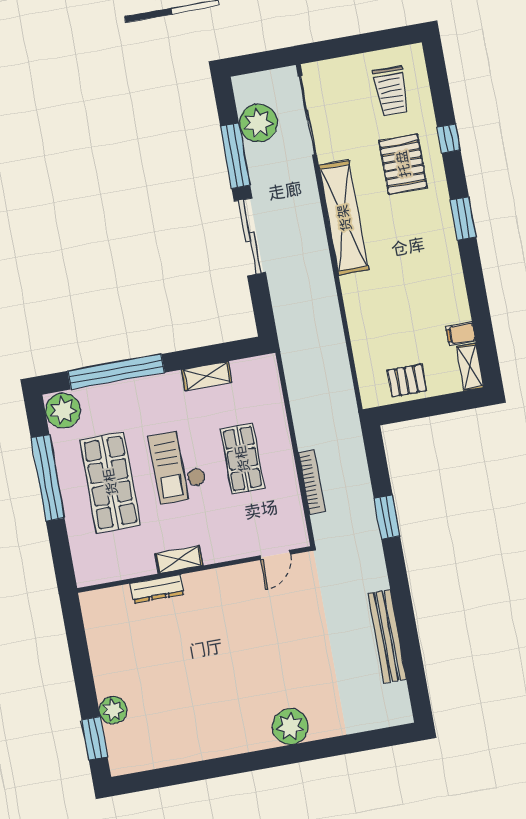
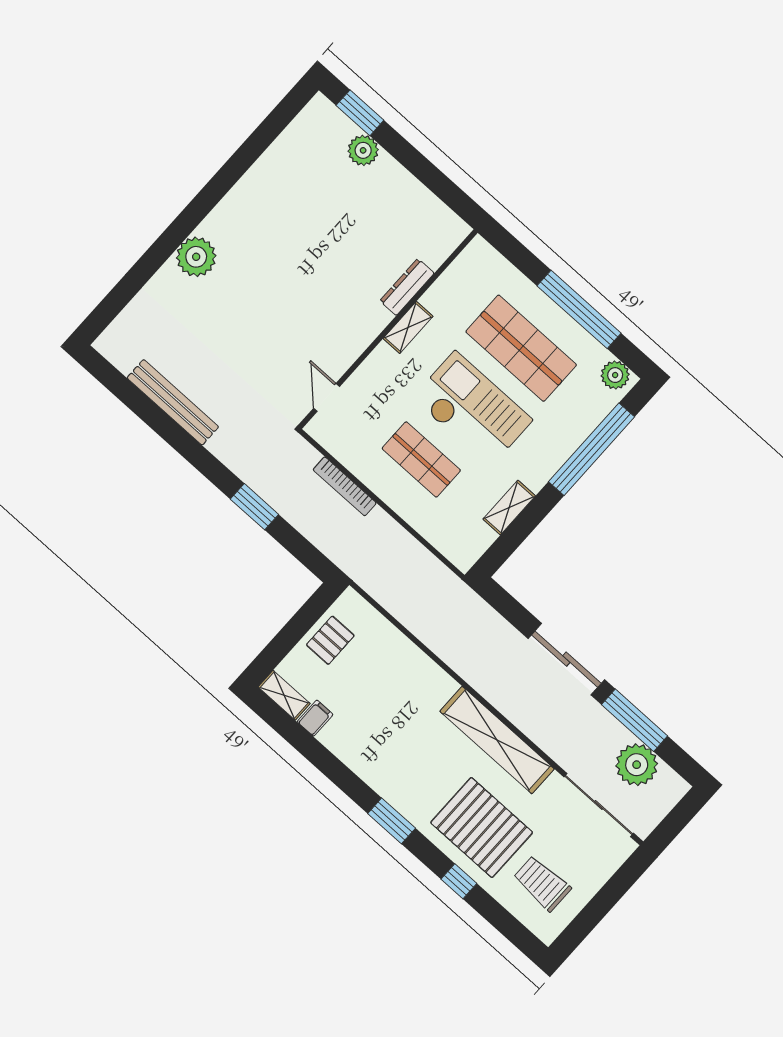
pallet: (403, 164) -> (482, 828), width x1.37, depth x1.41
plant: (63, 411) -> (615, 375), width x0.73, depth x0.73
checkout: (178, 466) -> (472, 409), width x1.36, depth x1.21

